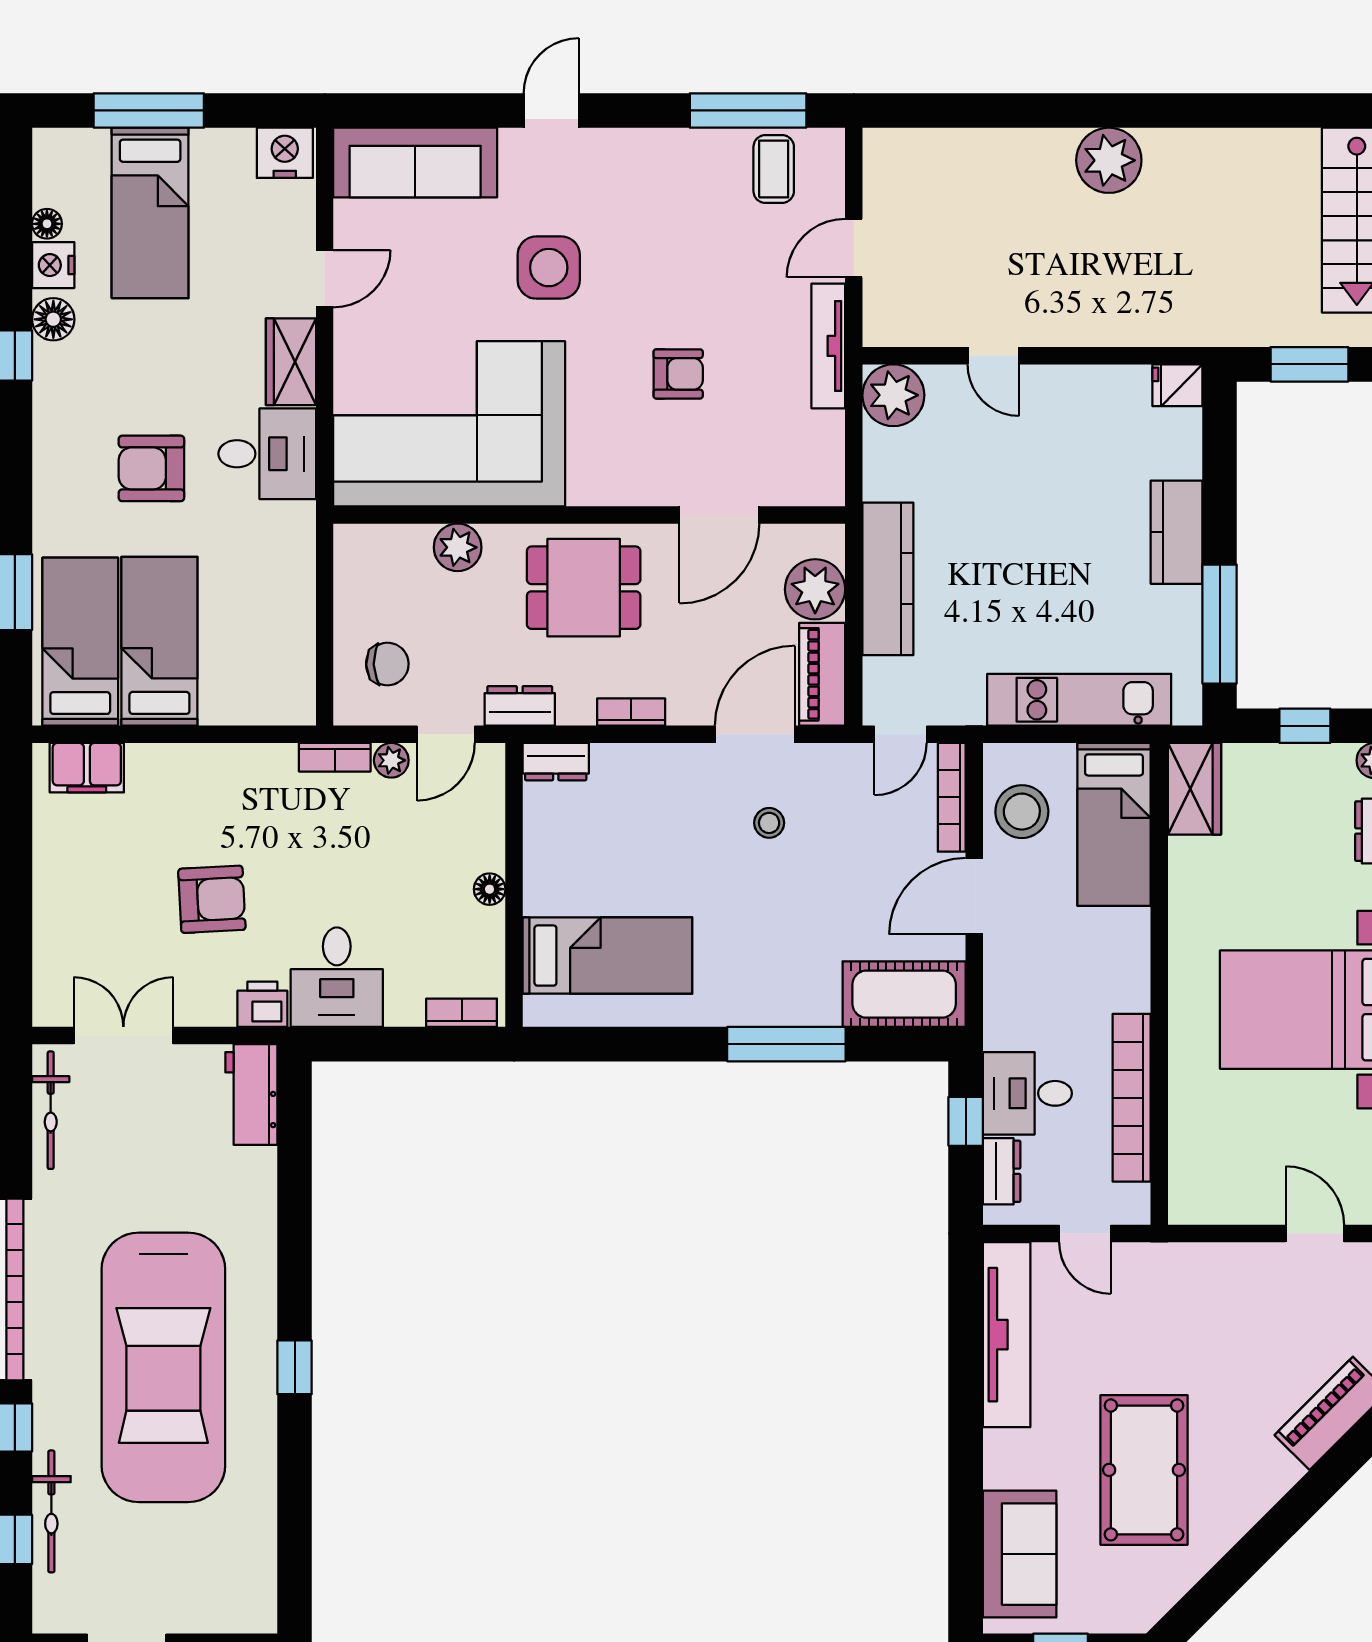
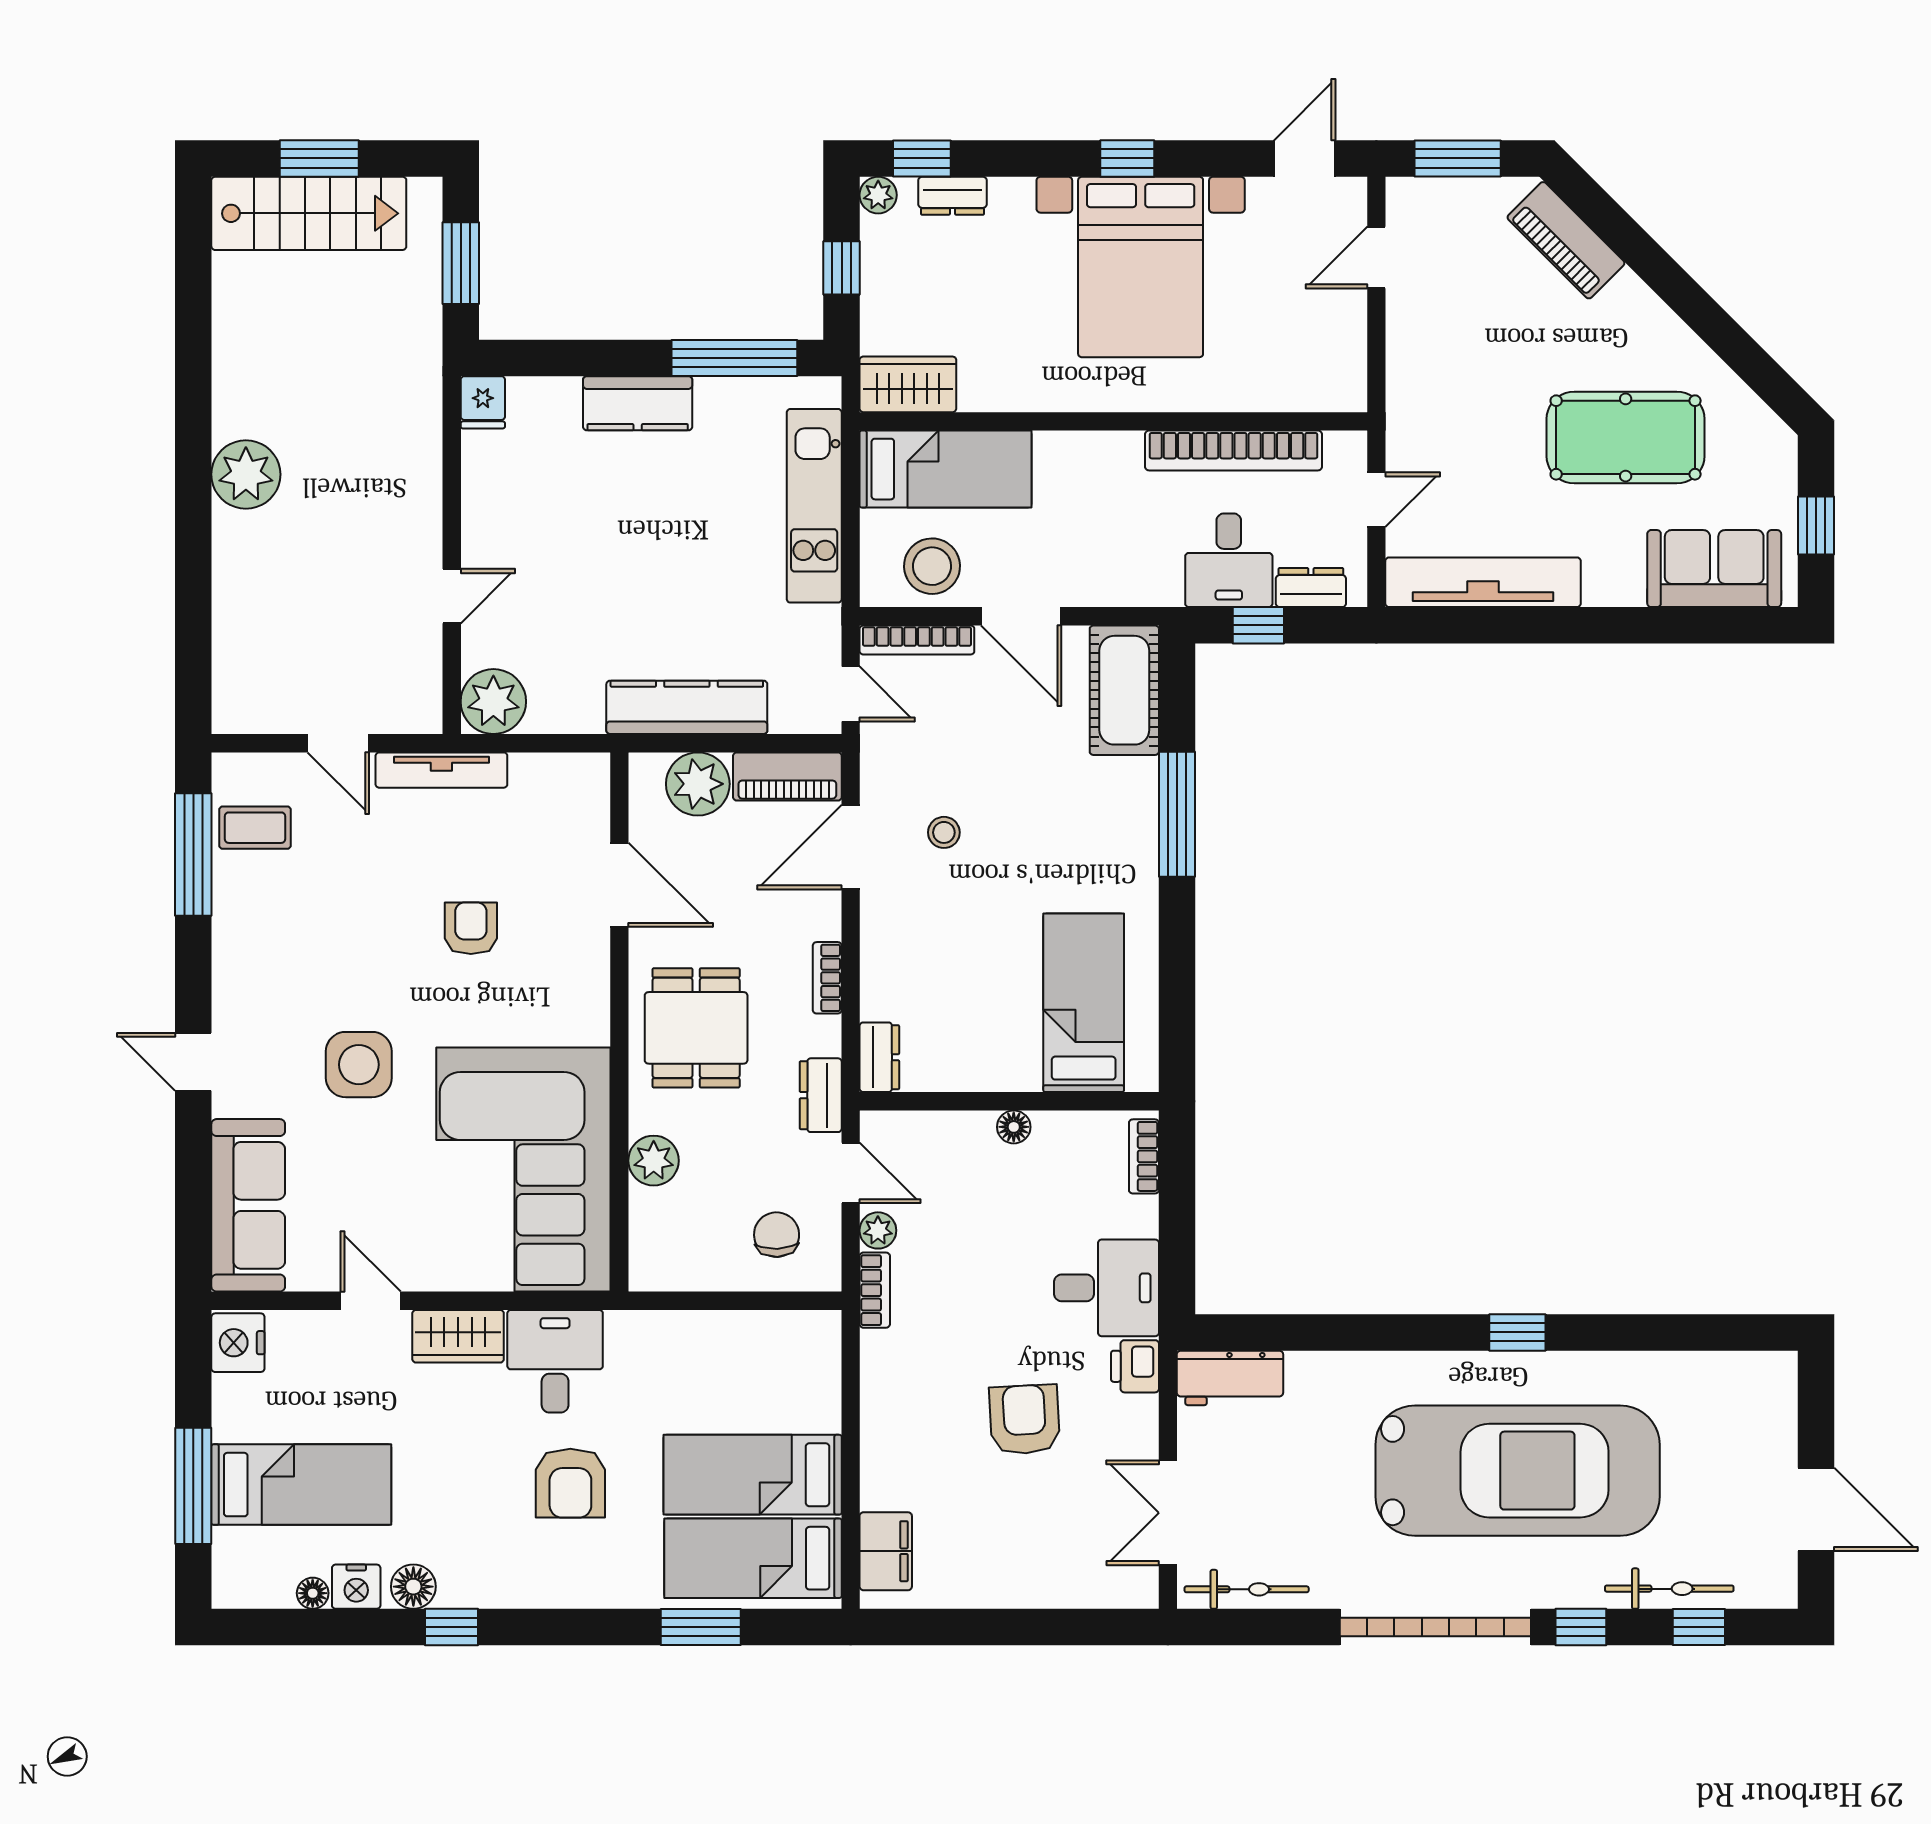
door: (755, 734) -> (851, 847), hinge flipped

